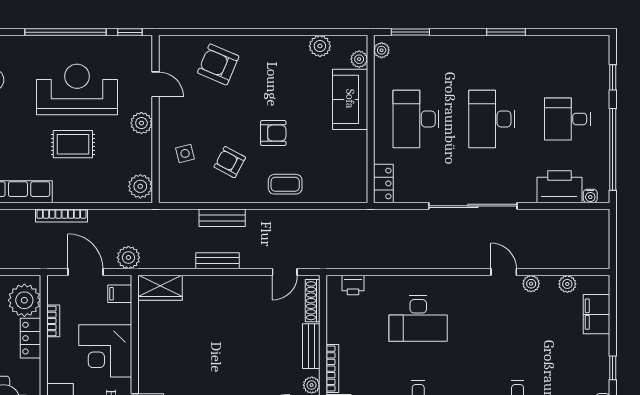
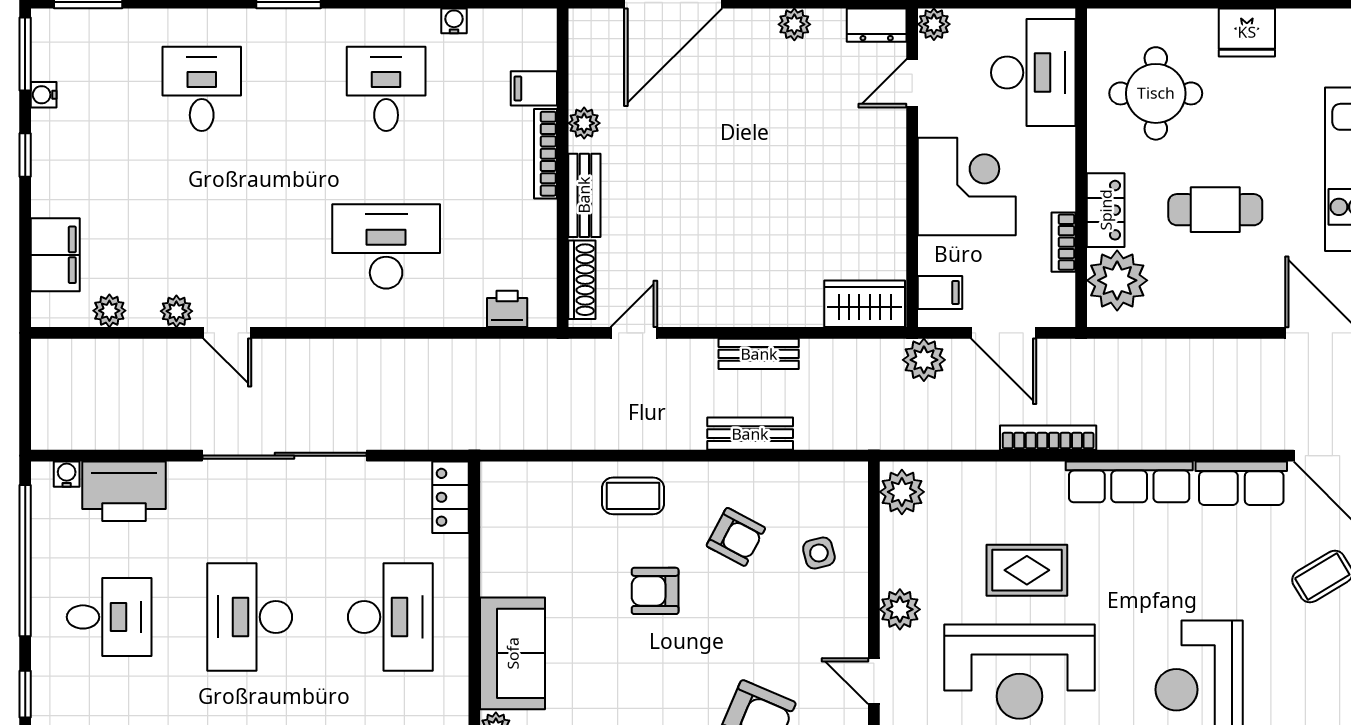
desk: (492, 119) -> (250, 617), turned 180

